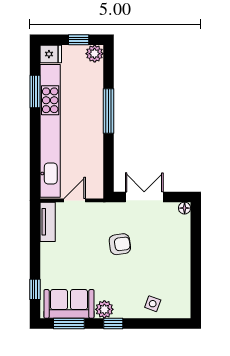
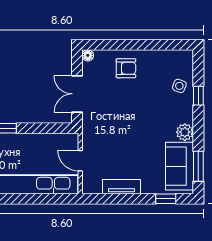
tv unit: (48, 222) -> (121, 187), moved
armchair: (120, 244) -> (126, 68), moved, turned 98
window: (113, 323) -> (198, 96), moved

